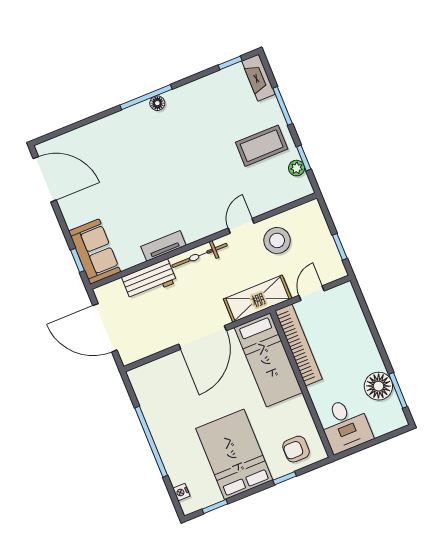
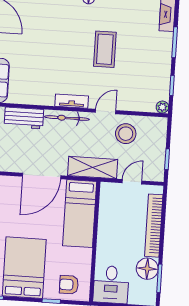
coffee table: (262, 146) -> (105, 49), moved, turned 90
plant: (297, 168) -> (162, 107), moved
tv unit: (163, 246) -> (72, 101), moved
bookcase: (299, 345) -> (154, 226), moved, turned 180

